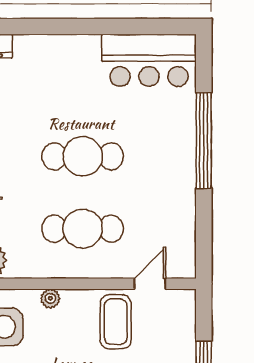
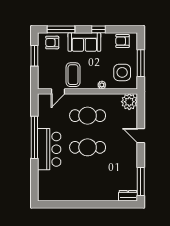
bar counter: (149, 60) -> (49, 149), moved, turned 90
window: (204, 141) -> (34, 137), moved

